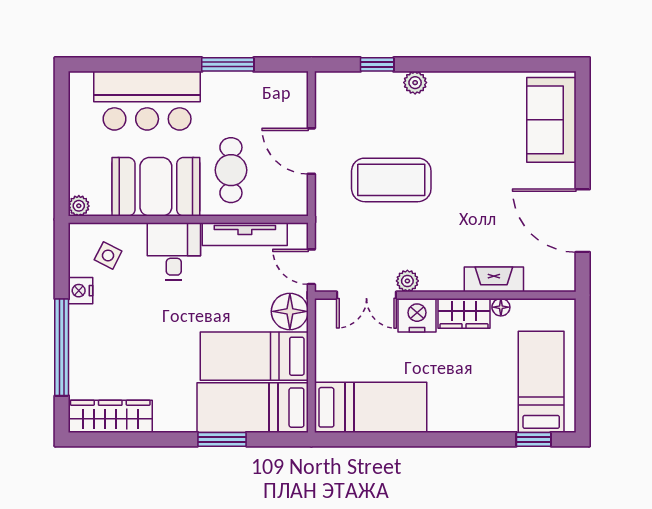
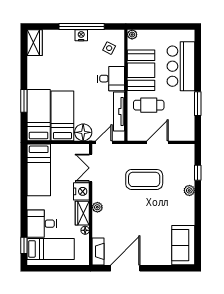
sofa: (551, 120) -> (183, 245), moved, turned -90
coffee table: (391, 180) -> (144, 179), turned 90
fireplace: (494, 279) -> (98, 251), moved
plant: (407, 281) -> (97, 207), moved
nightstand: (81, 291) -> (81, 35), moved
window: (62, 347) -> (82, 27), moved
desk: (487, 401) -> (42, 224), added
wardrobe: (110, 416) -> (35, 43), width x0.67

